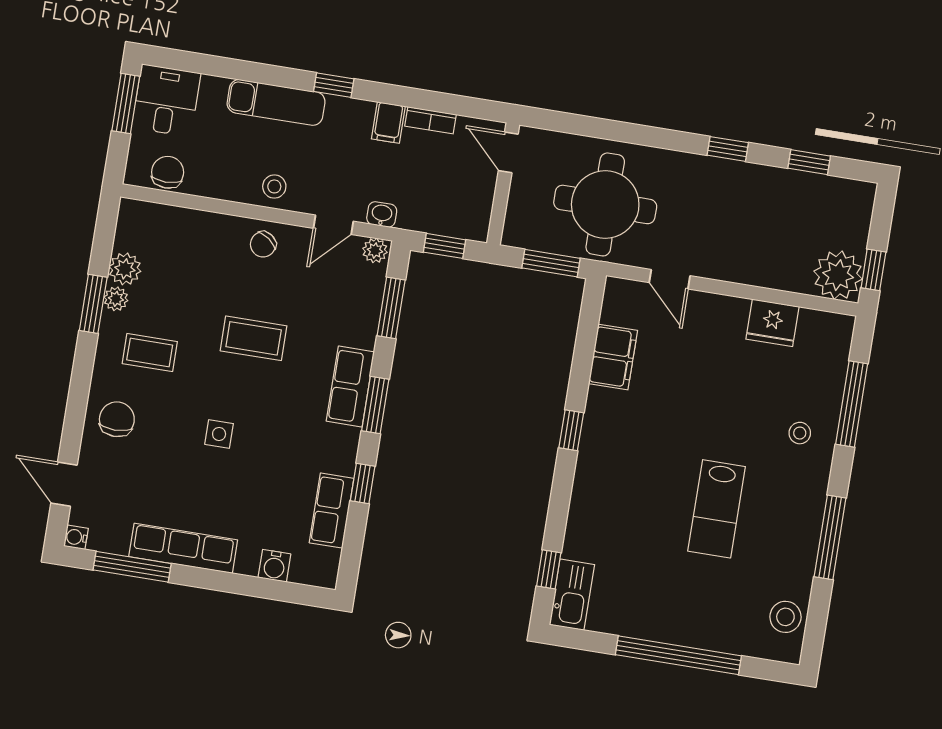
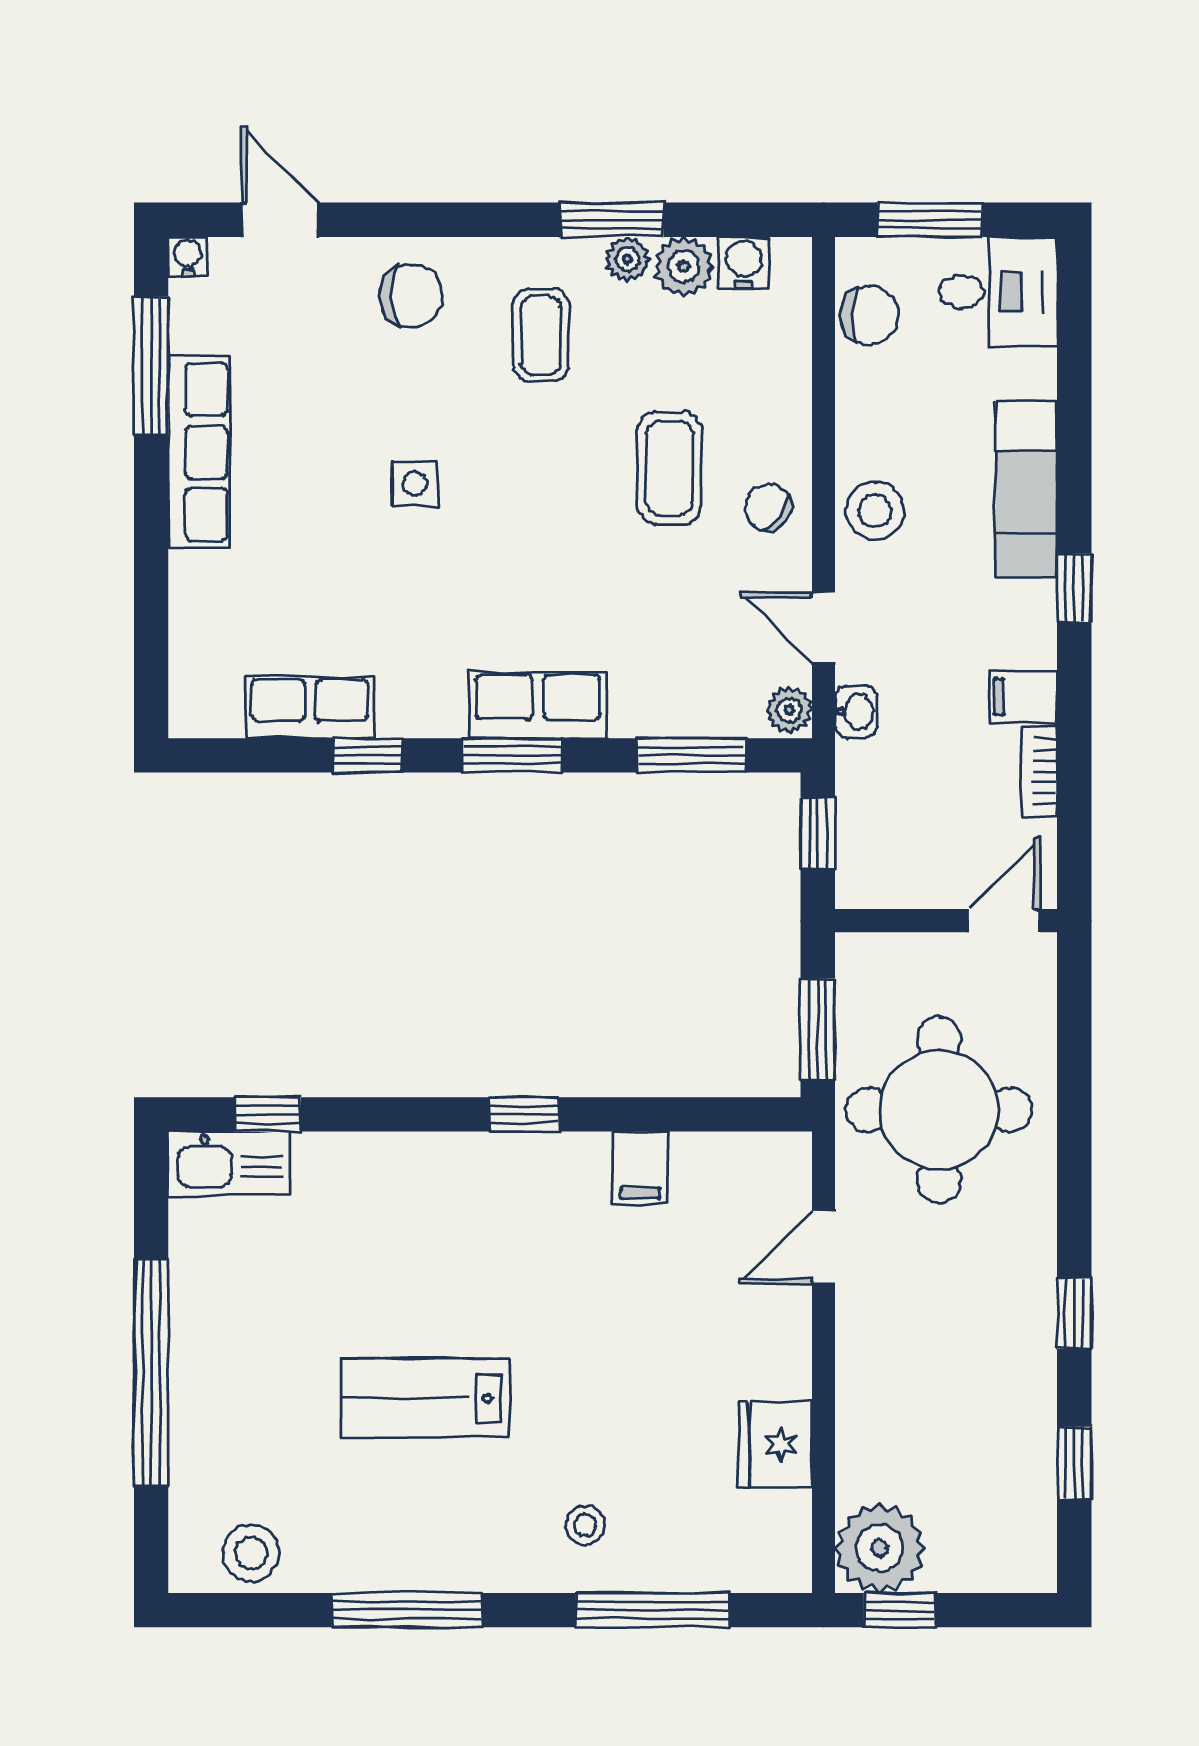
window: (126, 104) -> (930, 220), moved
stool: (274, 186) -> (875, 511), width x1.37, depth x1.37
coffee table: (254, 338) -> (669, 468), moved
filing cabinet: (613, 357) -> (640, 1168), width x0.50
door: (64, 484) -> (280, 220), hinge flipped
water cooler: (274, 566) -> (744, 263), moved, turned 90

